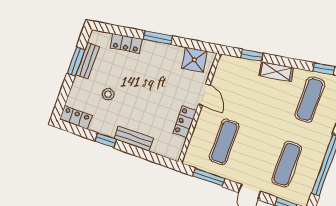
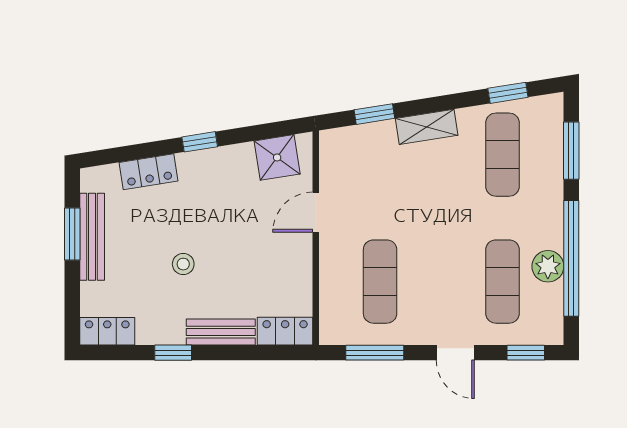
window: (158, 38) -> (200, 142), width x0.67
bench: (88, 60) -> (92, 237), width x1.36
stool: (108, 94) -> (183, 264), moved
door: (204, 95) -> (316, 212), swing flipped
locker: (185, 122) -> (285, 331), moved, turned 90
plant: (313, 165) -> (548, 266), added

